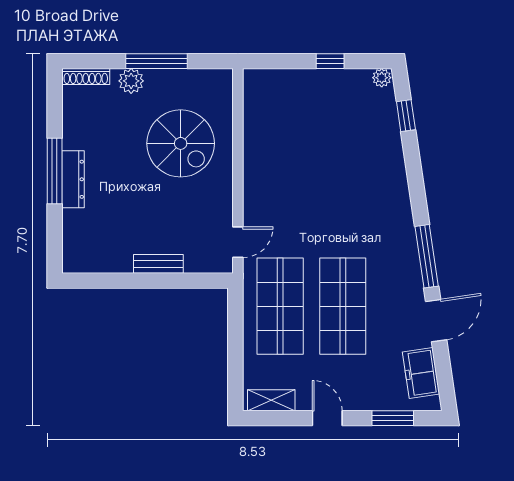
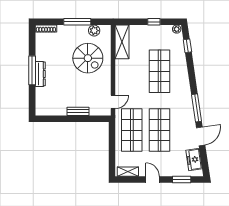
plant: (131, 81) -> (94, 31), moved
shelving: (258, 107) -> (122, 42), added
shop shelf: (343, 173) -> (159, 71), added

